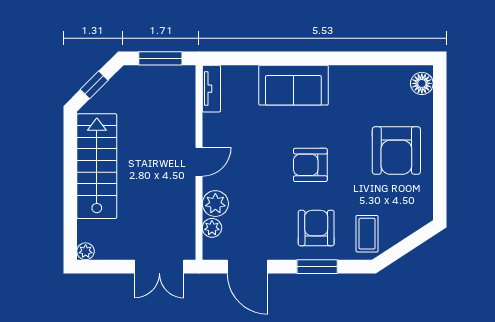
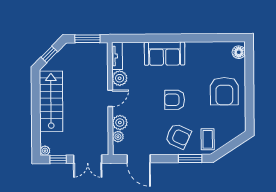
plant: (215, 127) -> (120, 78), added
armchair: (316, 228) -> (178, 136), turned 115
window: (108, 267) -> (58, 159), added
window: (317, 267) -> (190, 158), moved

